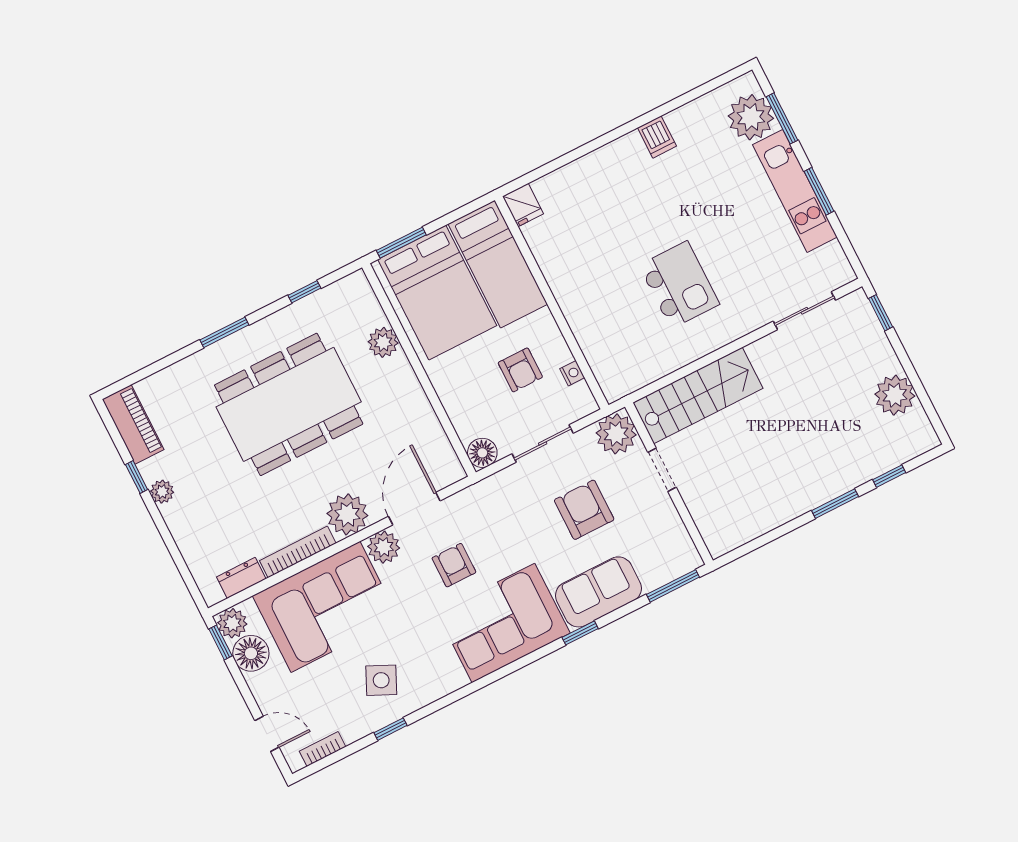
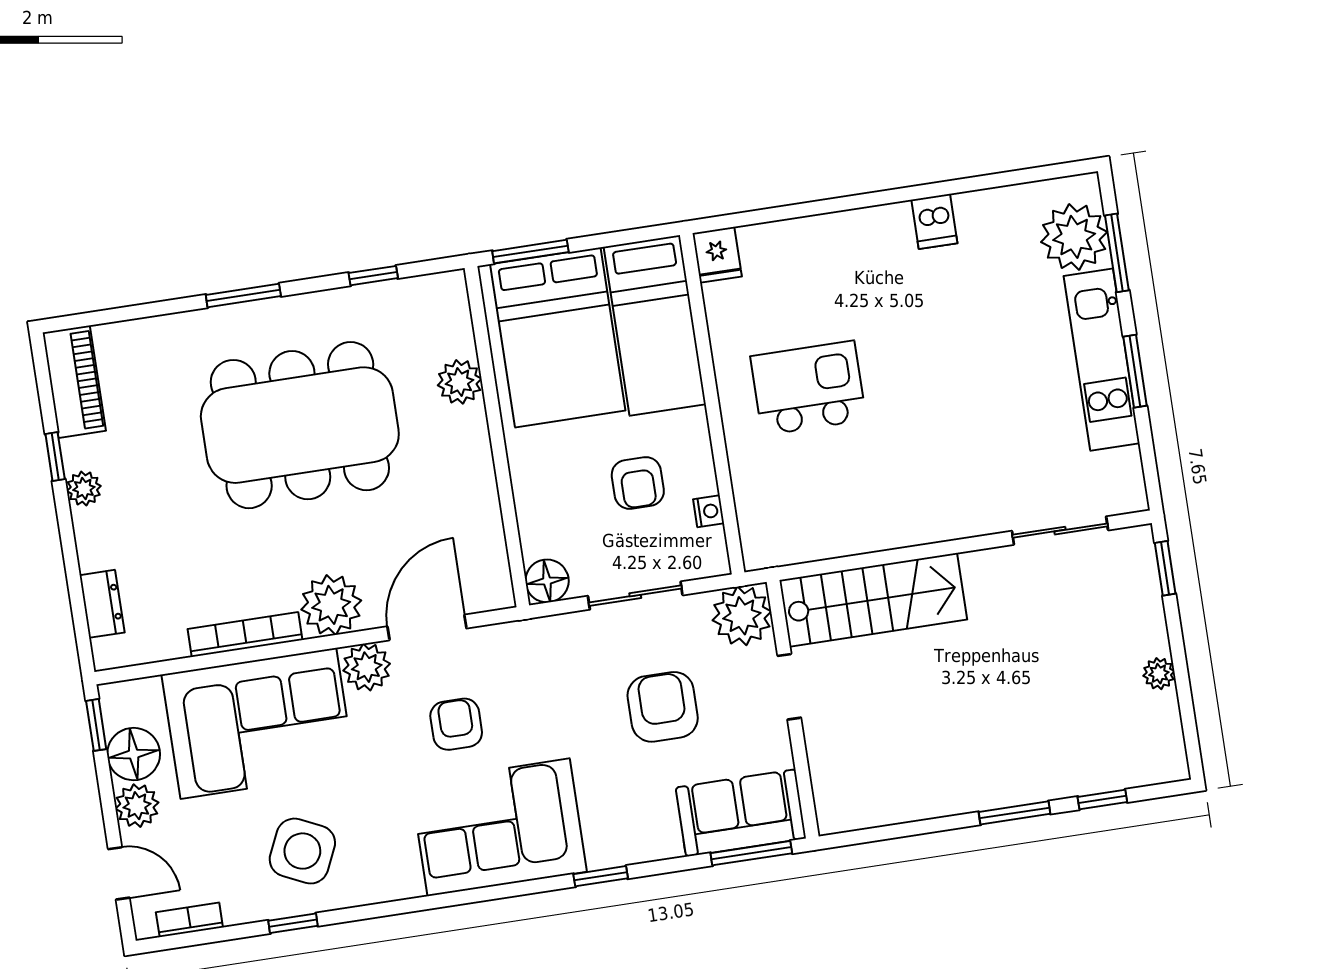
kitchen island: (679, 285) -> (808, 388), moved, turned -90
plant: (895, 395) -> (1159, 674), width x0.53, depth x0.53
dresser: (241, 578) -> (102, 604), moved, turned 90
sofa: (598, 592) -> (741, 813), moved
plant: (232, 623) -> (137, 806), moved
side table: (381, 680) -> (302, 851), width x1.37, depth x1.37

